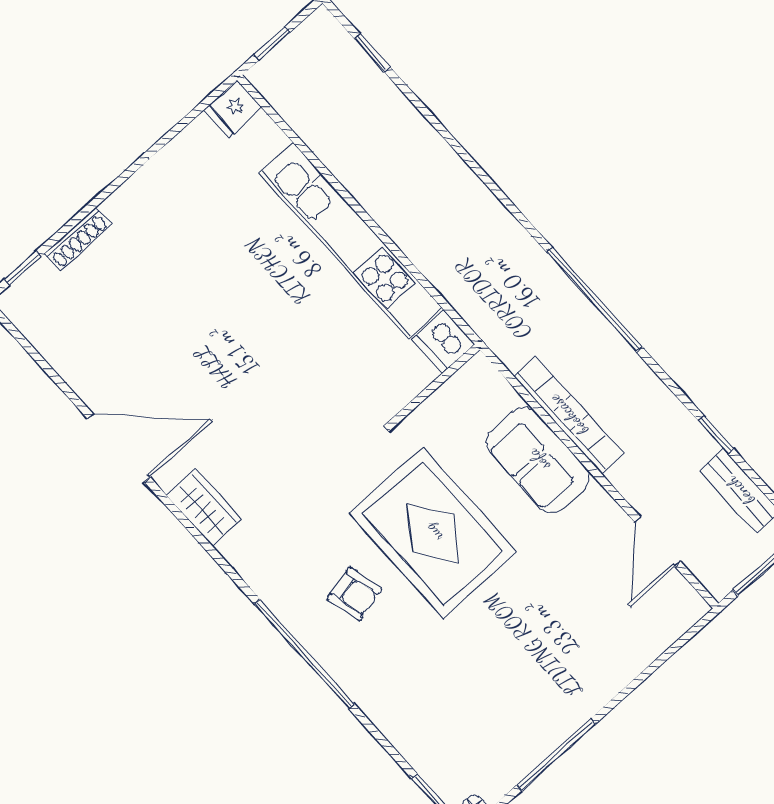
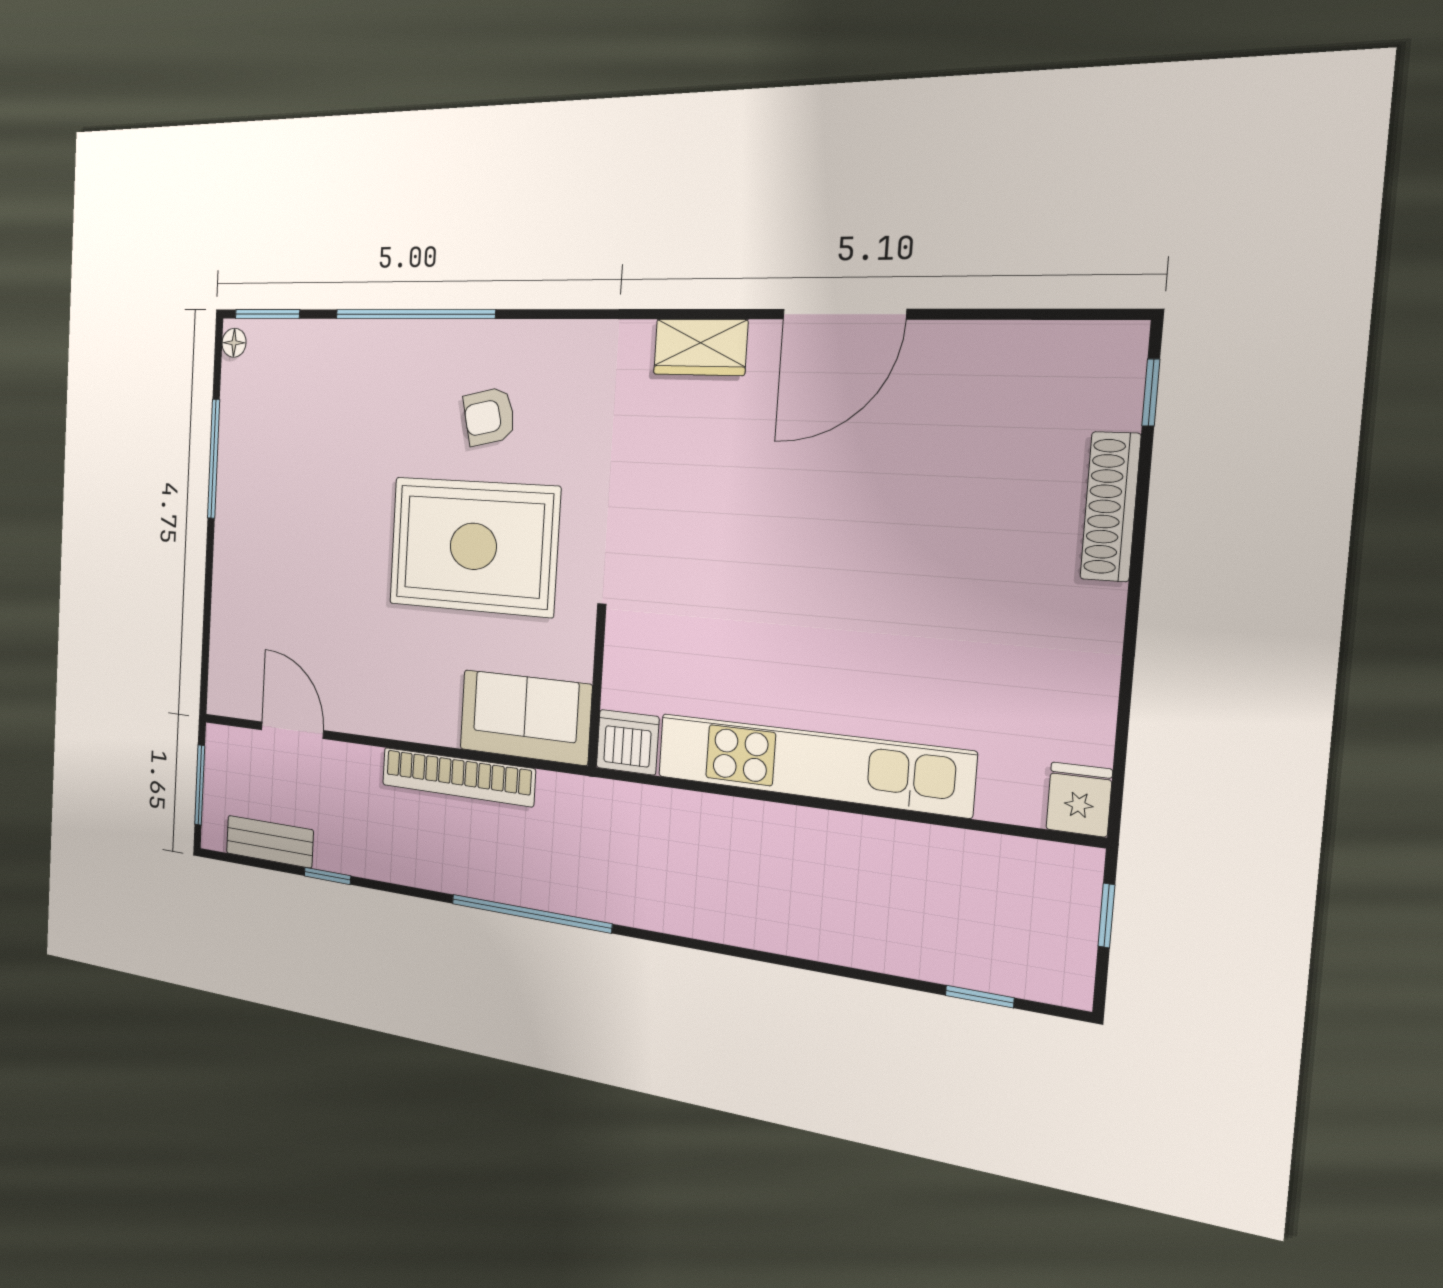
shoe rack: (78, 239) -> (1110, 507), width x1.36, depth x1.24
sofa: (538, 460) -> (525, 717), moved
window: (304, 654) -> (414, 314), moved

